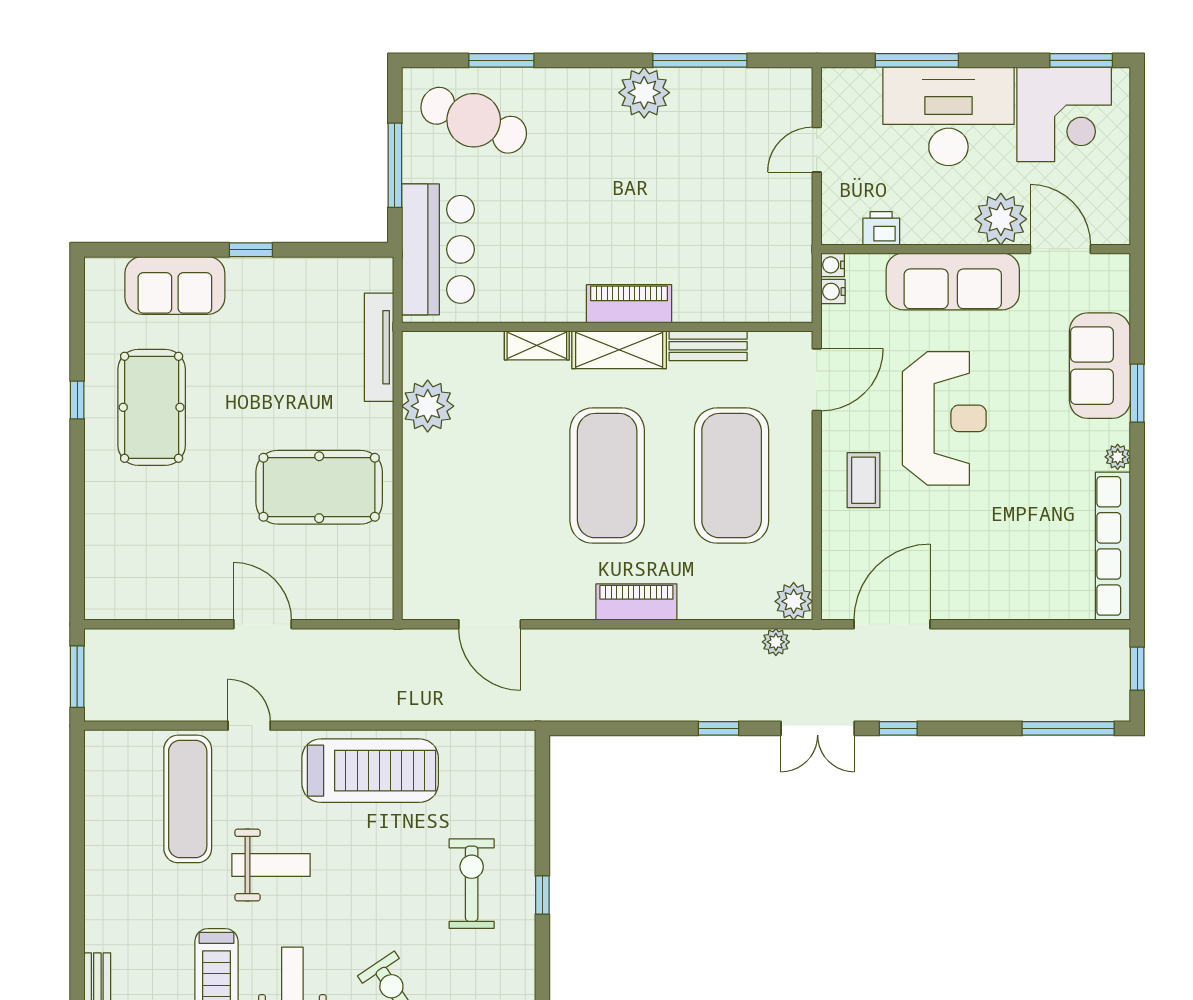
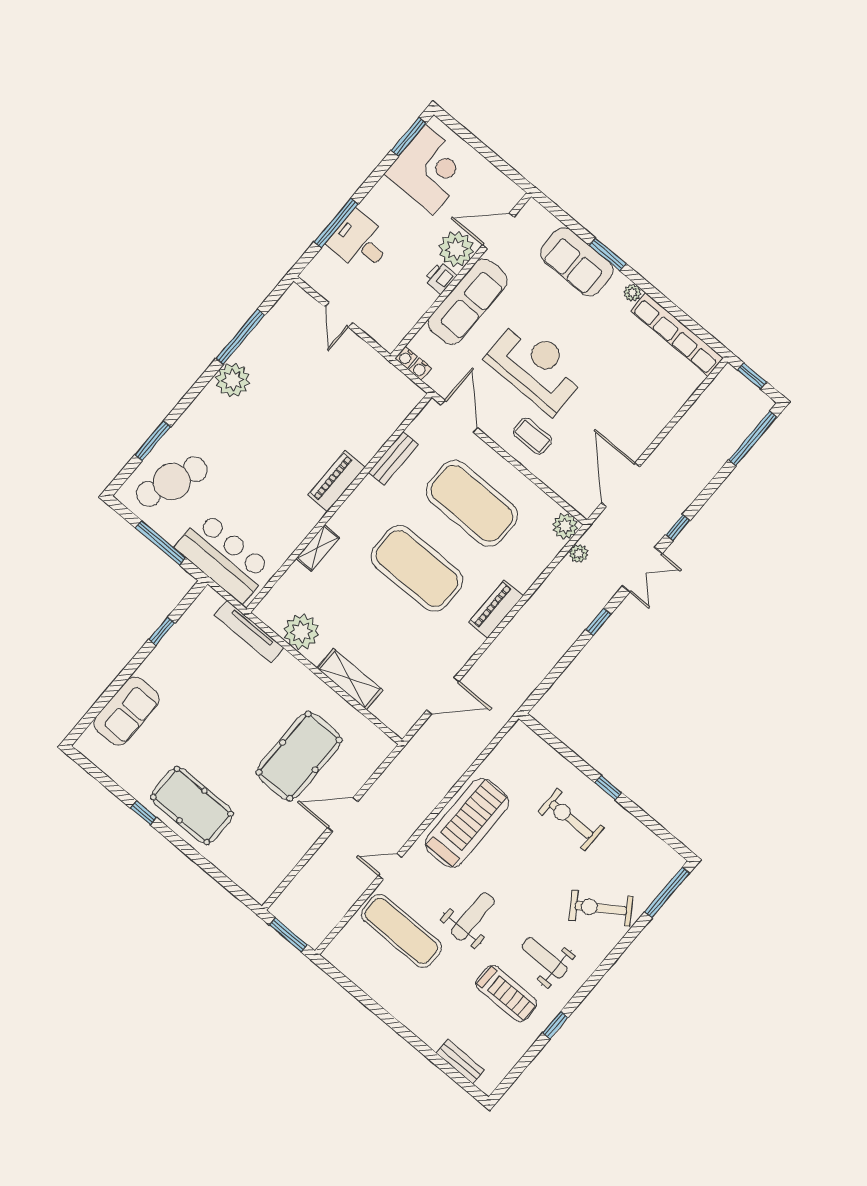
desk: (948, 116) -> (360, 242), width x0.53, depth x0.77
printer: (881, 228) -> (440, 278), moved
window: (251, 250) -> (162, 631), moved
shelving: (619, 350) -> (350, 679), moved, turned 90
pool table: (152, 407) -> (192, 805), moved
pool table: (319, 487) -> (299, 756), moved

